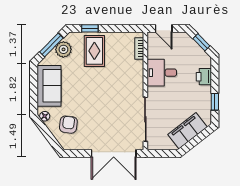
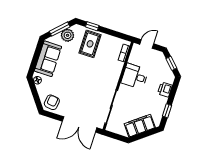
door: (164, 28) -> (147, 44), swing flipped
armchair: (68, 125) -> (52, 102), moved

